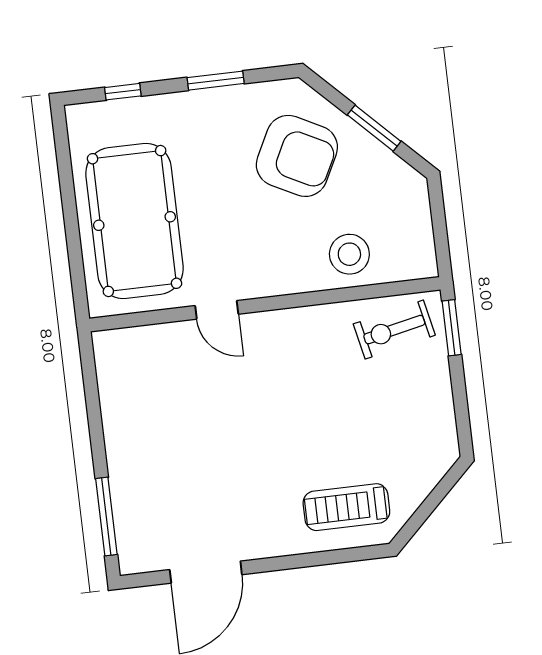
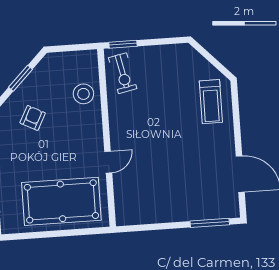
armchair: (297, 156) -> (33, 118), width x0.53, depth x0.53

